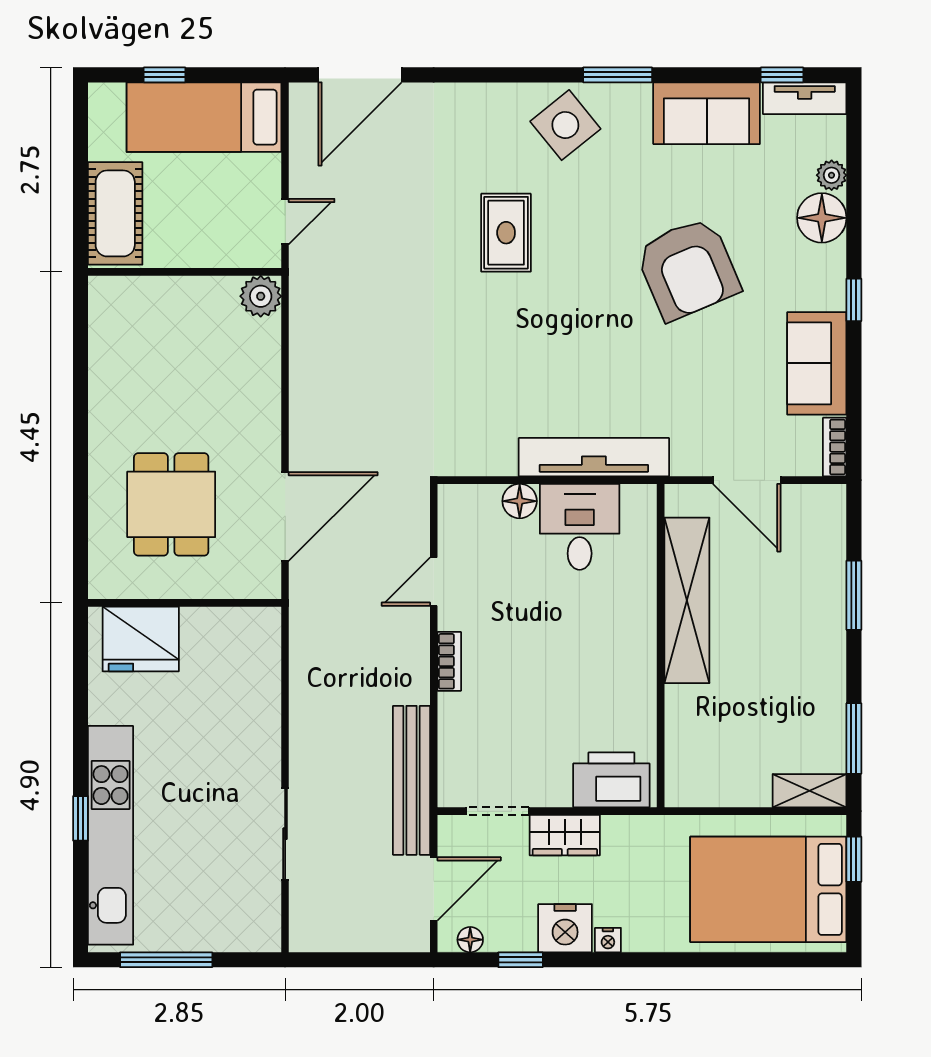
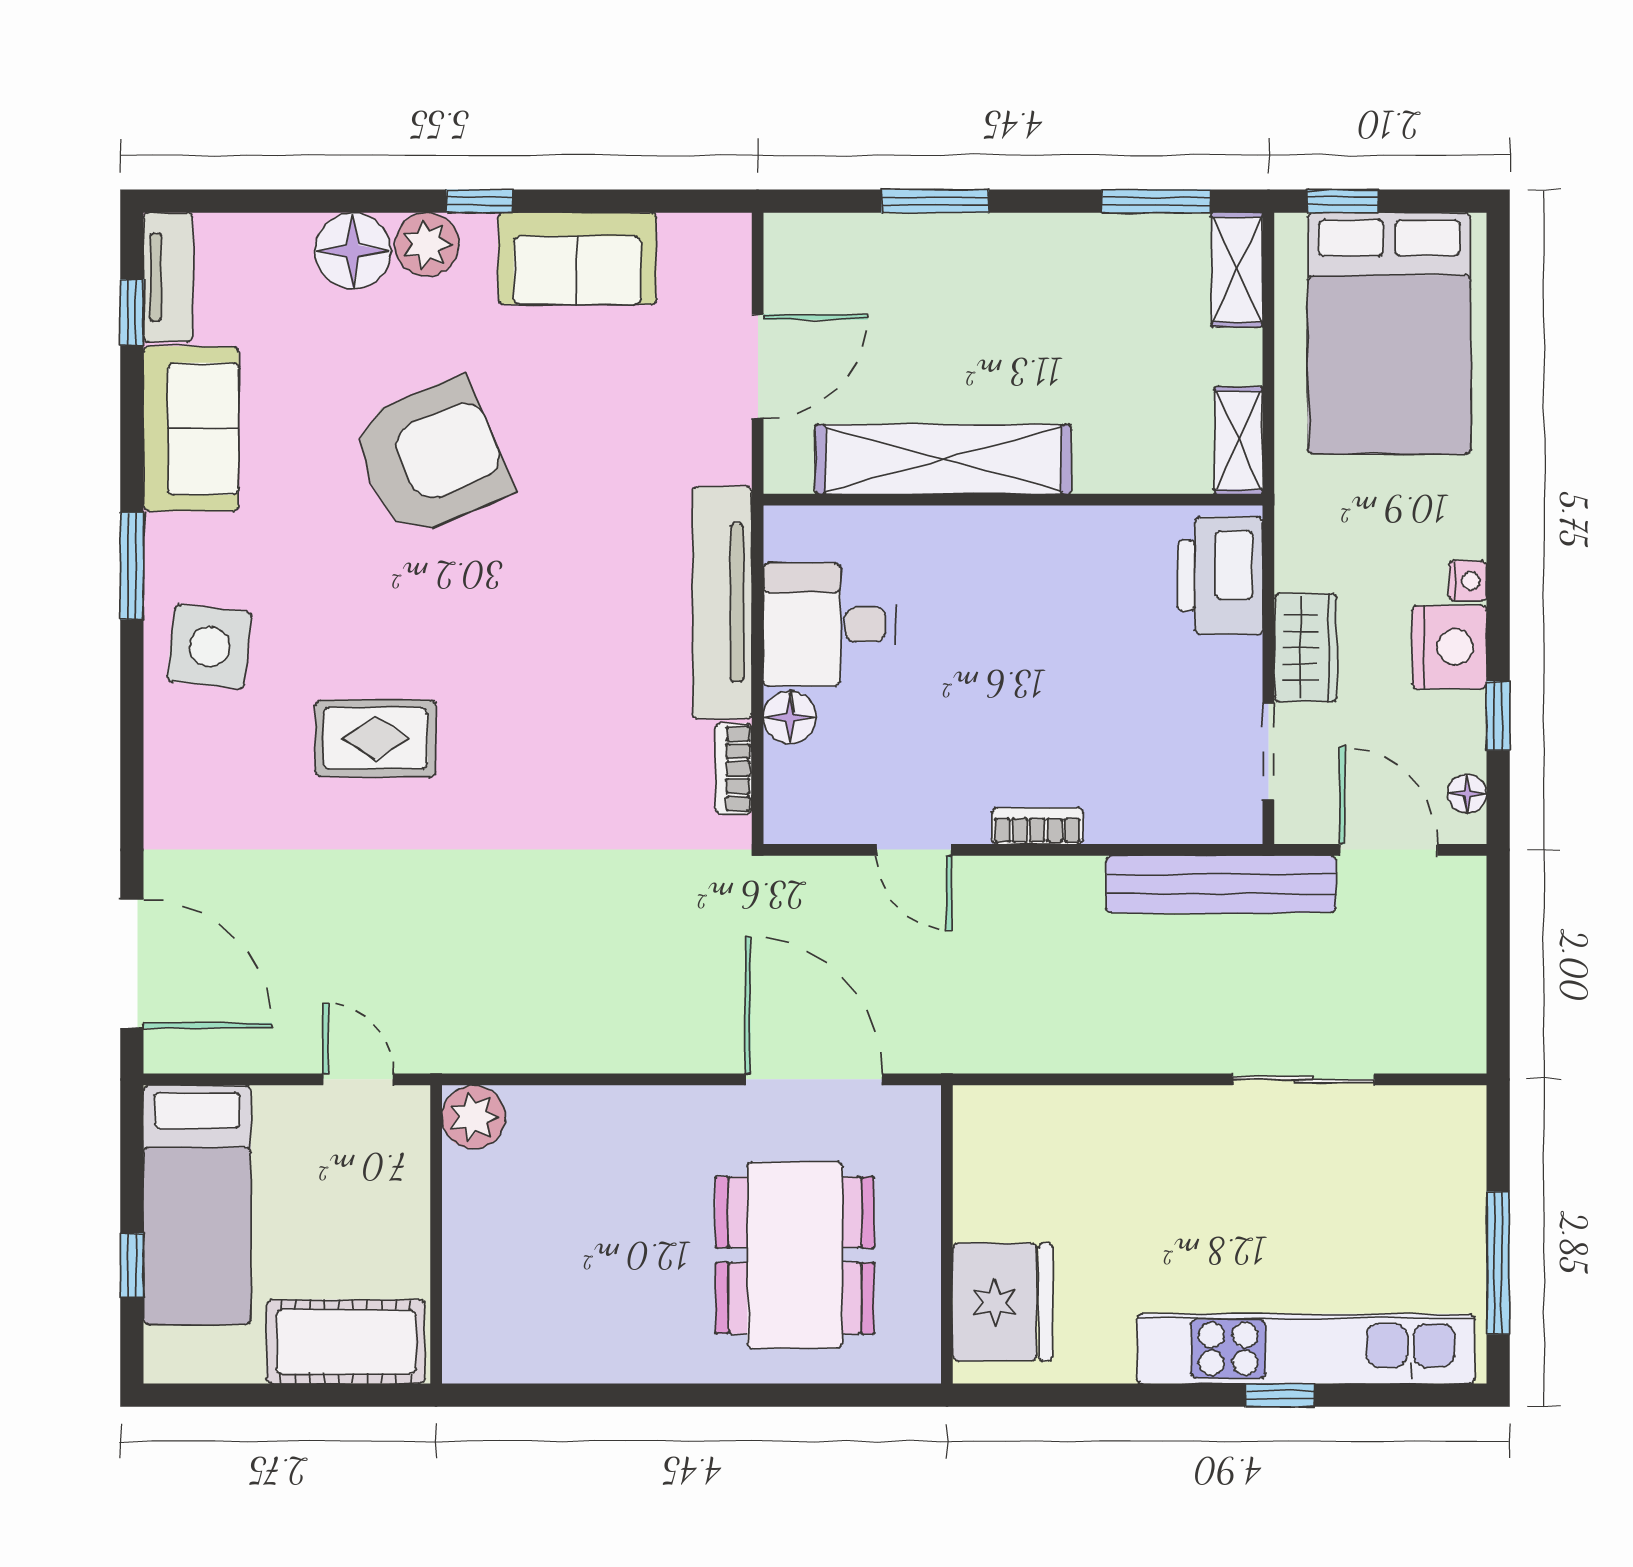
side table: (565, 125) -> (209, 647), turned 45
plant: (832, 175) -> (427, 244), moved, width x1.38, depth x1.38
bookcase: (835, 447) -> (734, 769), moved, turned 90
dining table: (171, 504) -> (795, 1255), width x1.37
shelving: (699, 792) -> (1239, 440), added

